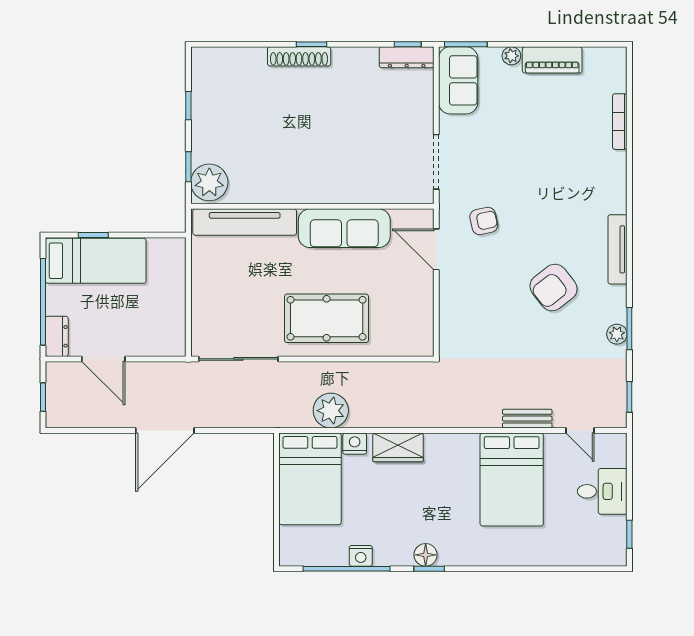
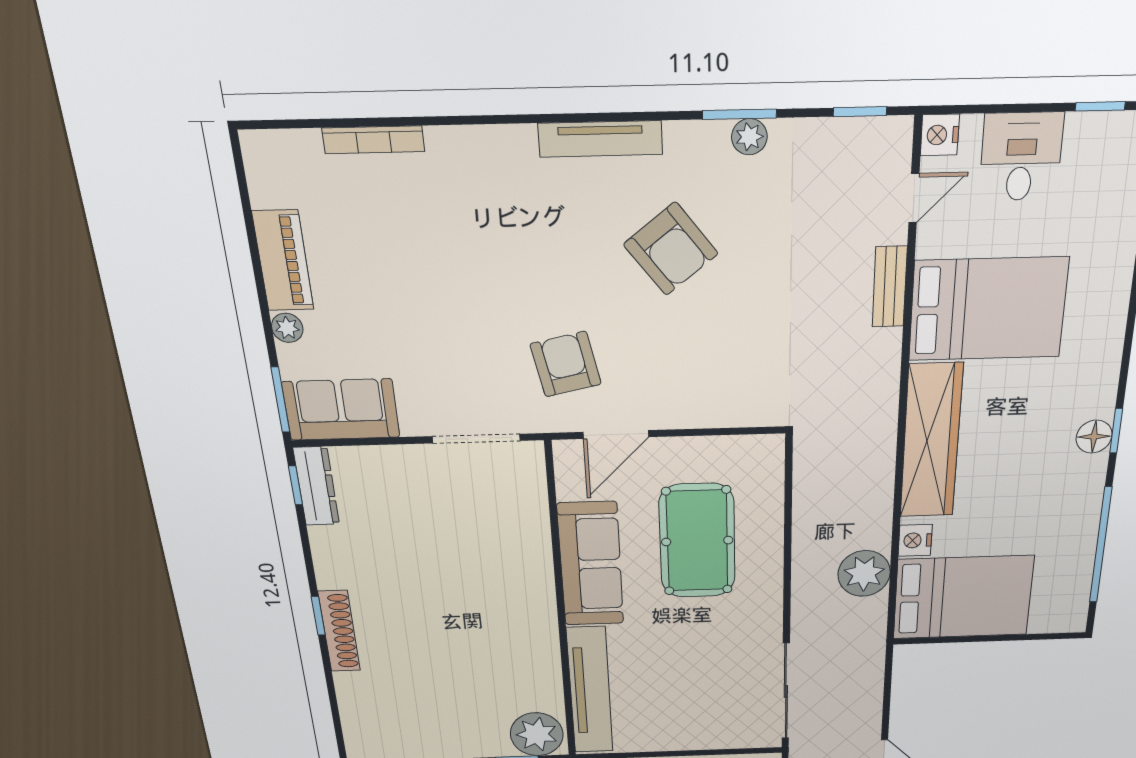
armchair: (484, 221) -> (566, 364), width x1.38, depth x1.38
pool table: (327, 318) -> (697, 541), moved
wardrobe: (398, 447) -> (931, 441), width x2.10, depth x1.17
nightstand: (361, 556) -> (940, 135), moved, turned 180

